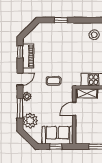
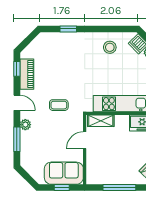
door: (20, 79) -> (17, 103), hinge flipped
plant: (30, 121) -> (30, 155), removed

